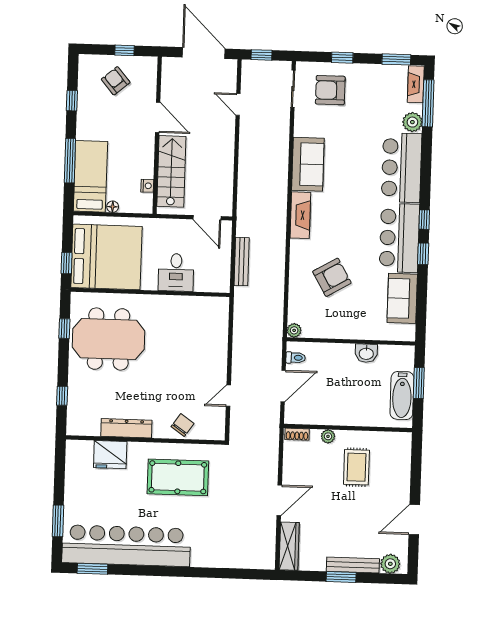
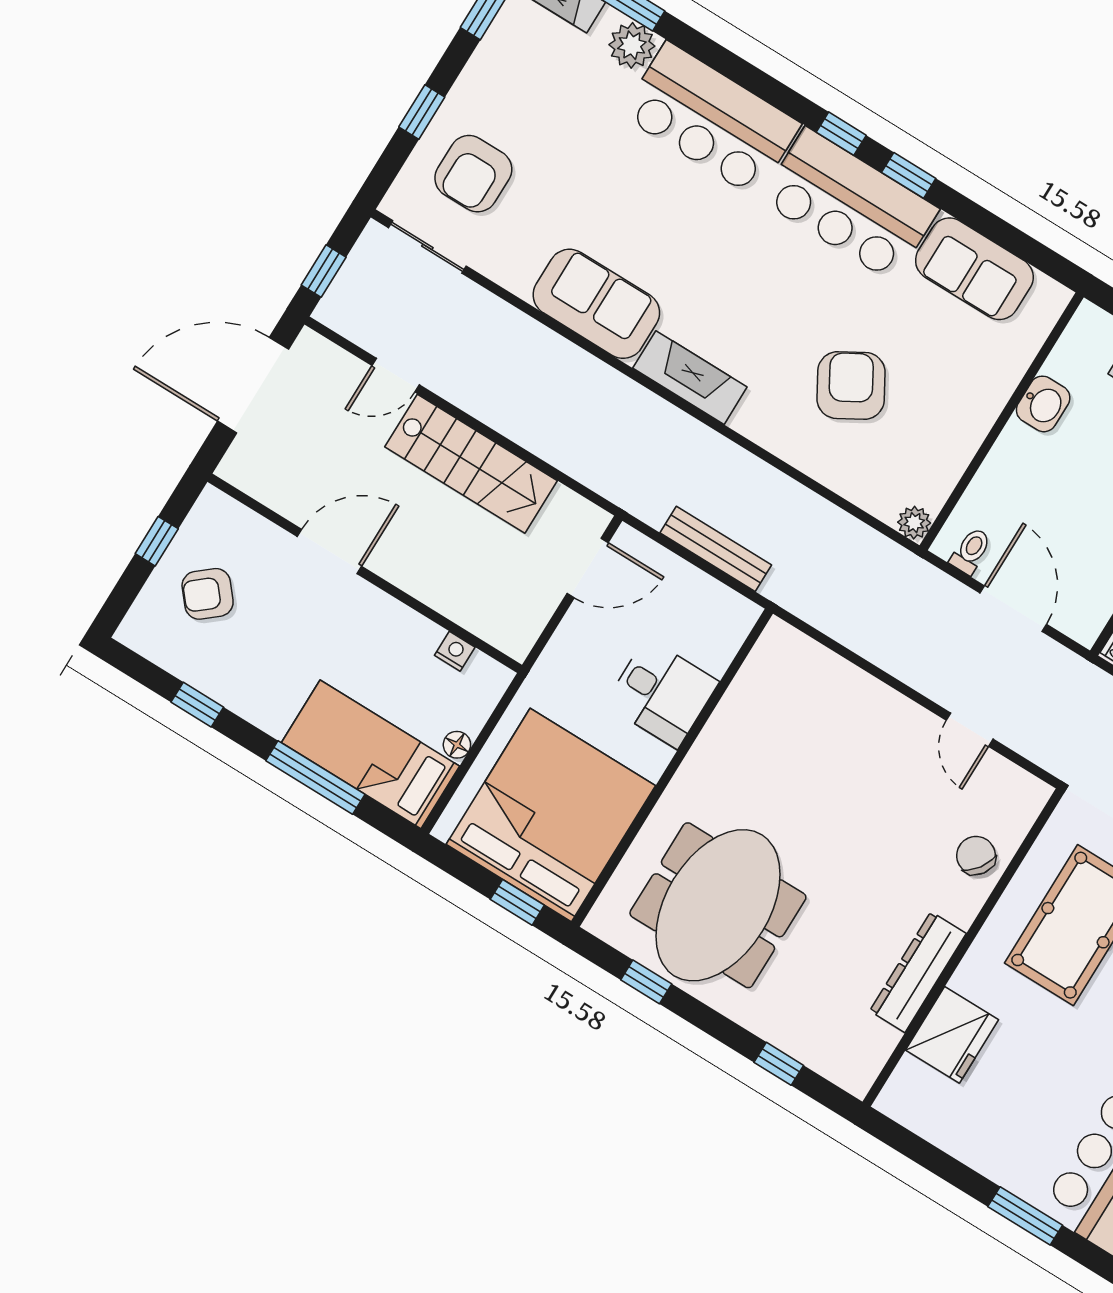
stairs: (171, 171) -> (471, 464), moved, turned 180

